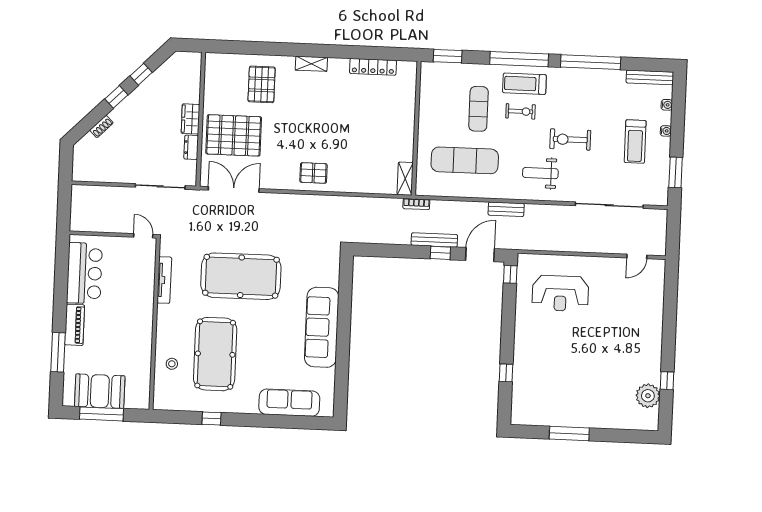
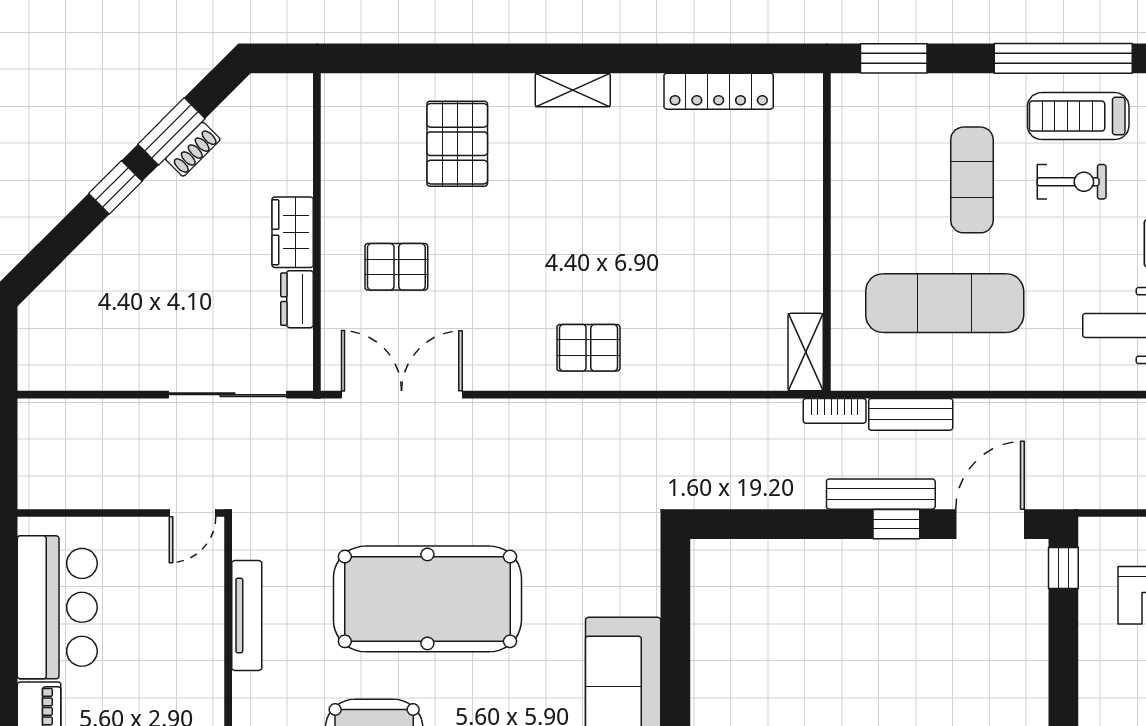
window: (141, 74) -> (171, 131), width x1.50
shoe rack: (101, 127) -> (193, 149), moved
pallet: (234, 135) -> (396, 267), width x0.49, depth x0.50
bench: (506, 209) -> (911, 414), moved
door: (143, 236) -> (193, 513), swing flipped

